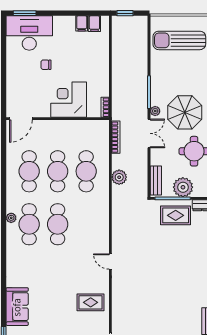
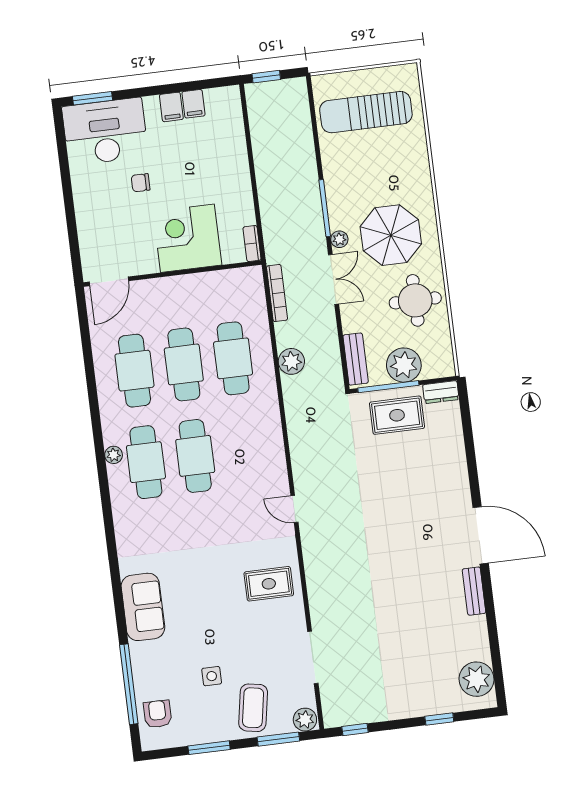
filing cabinet: (94, 24) -> (171, 107), moved

